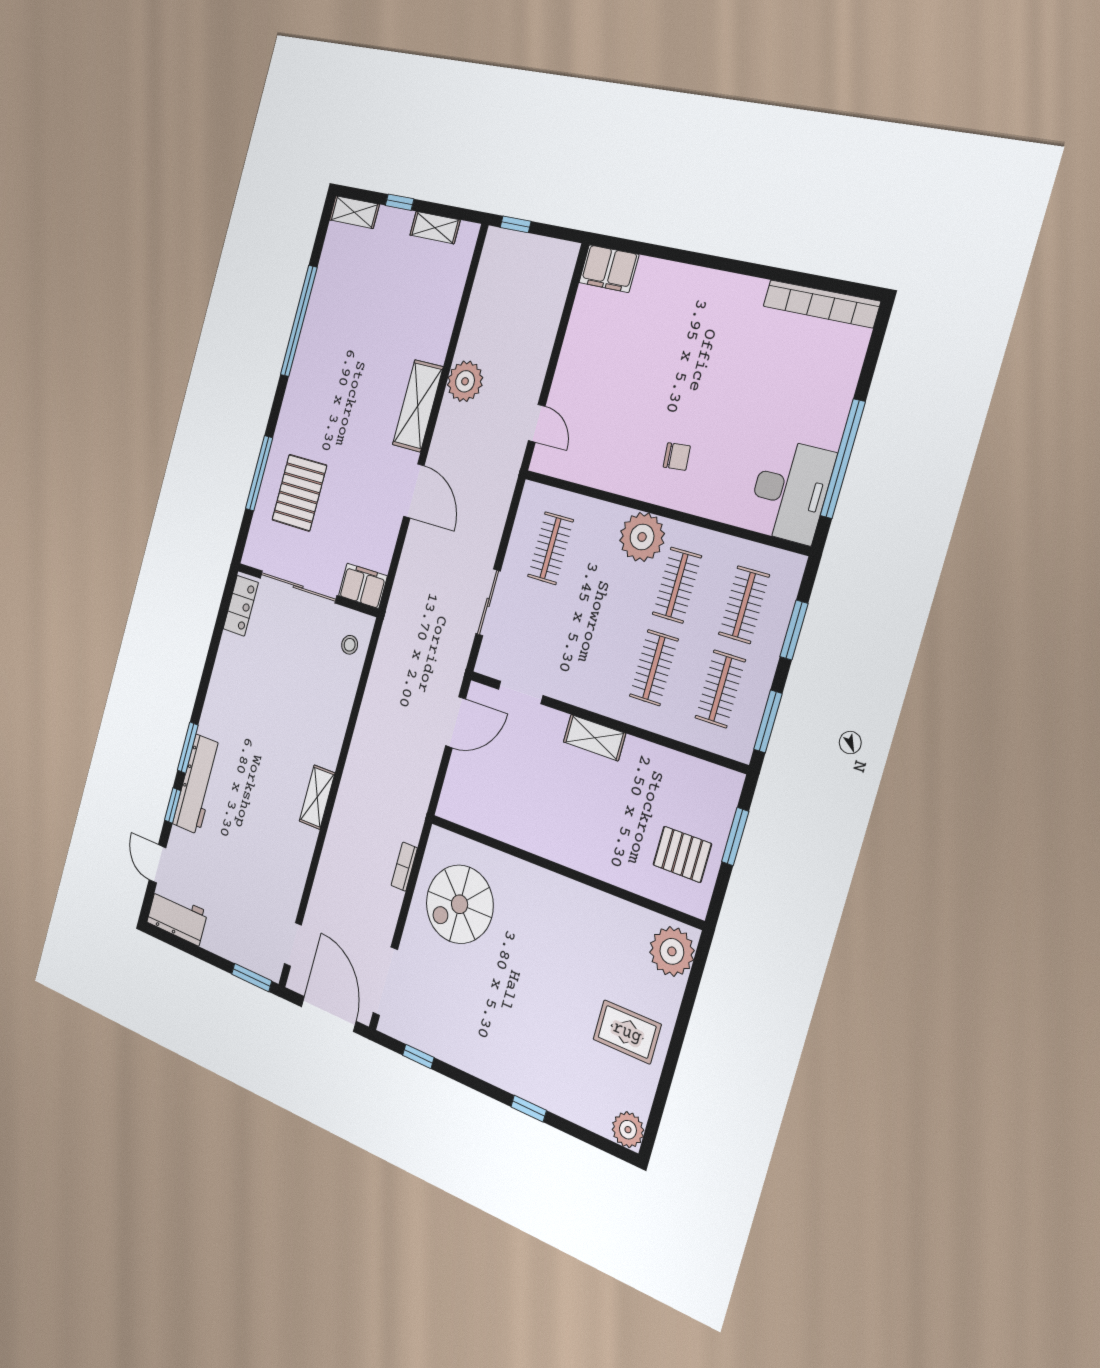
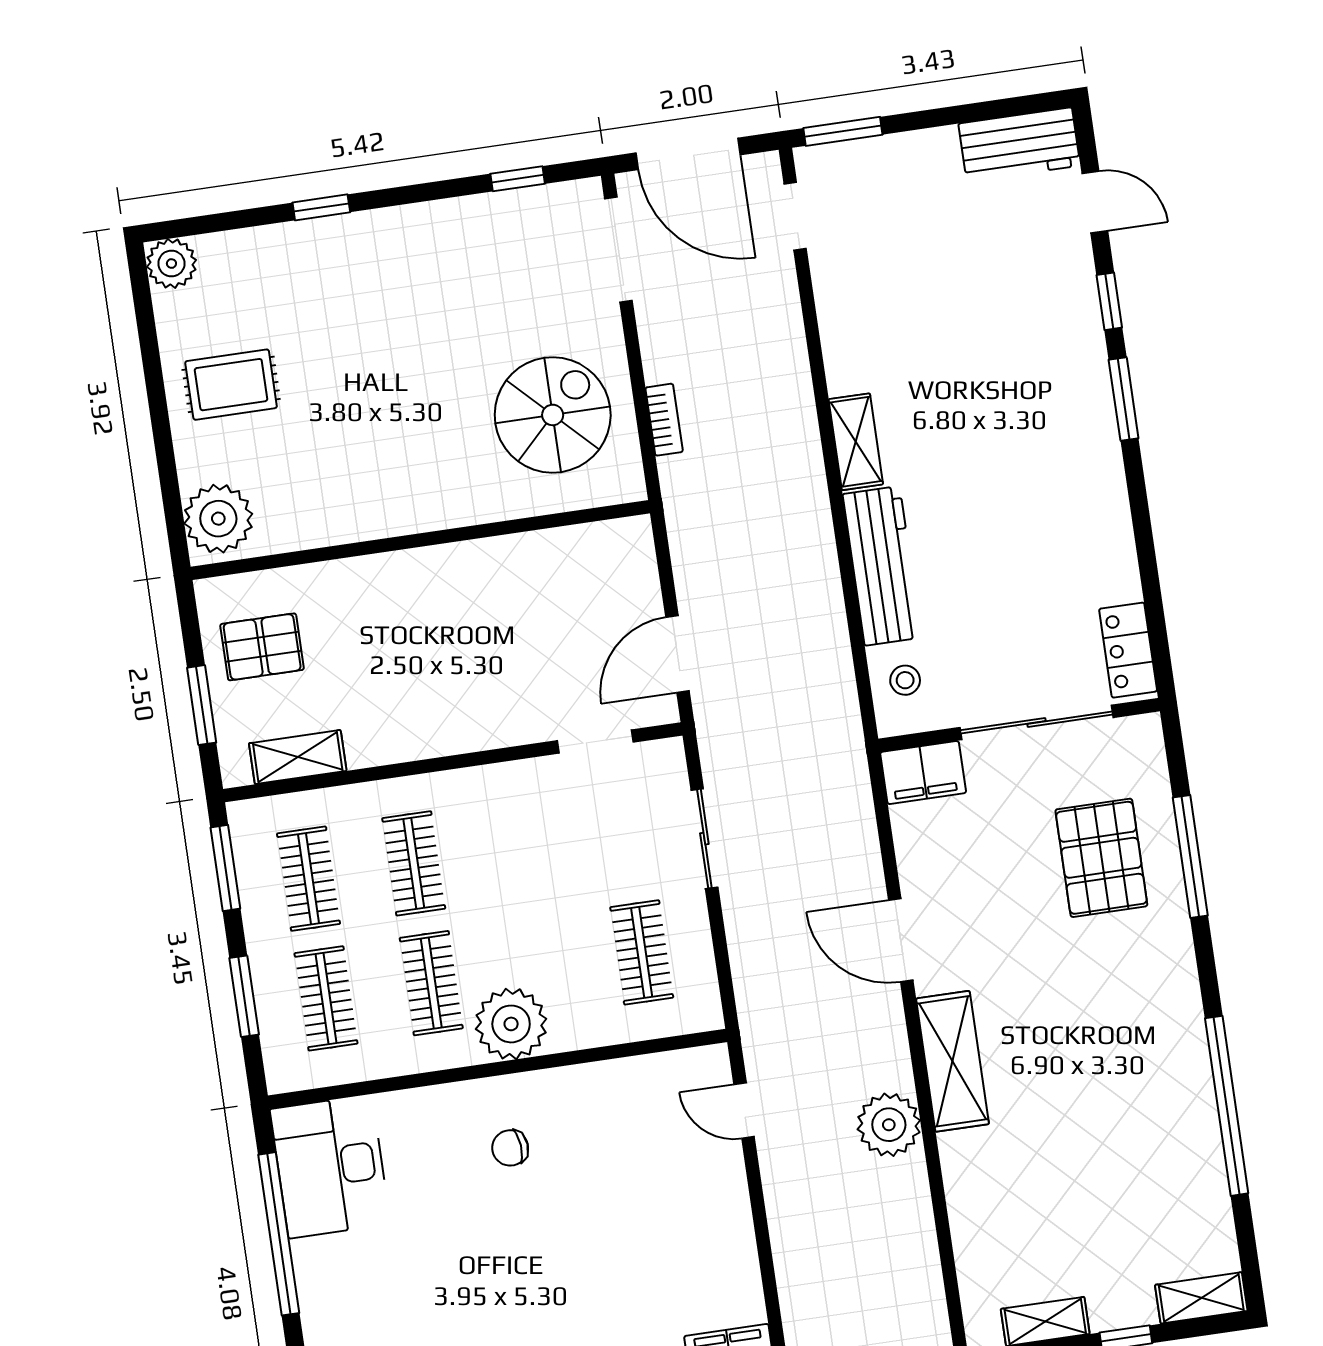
shelving: (594, 738) -> (298, 757), moved
workbench: (197, 784) -> (882, 566), moved, turned 180

